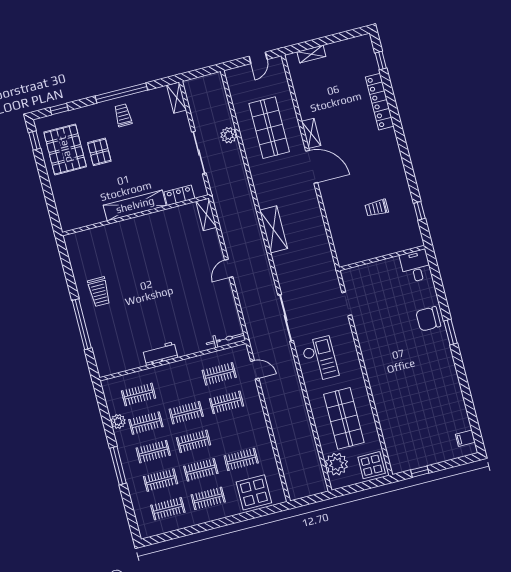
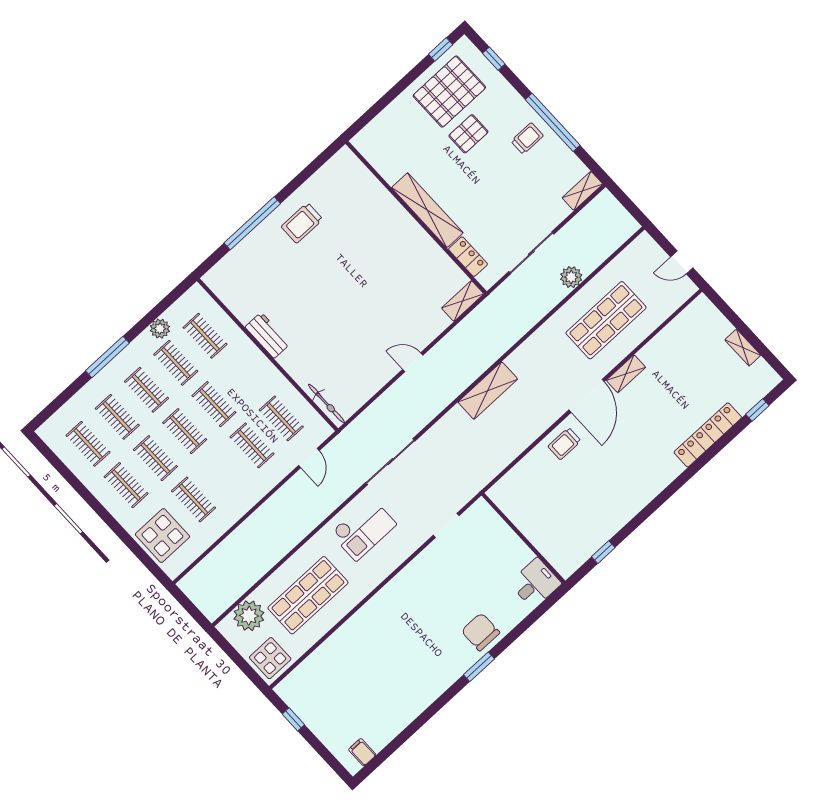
shelving: (311, 54) -> (743, 348), moved
trolley: (377, 208) -> (564, 444), moved, turned -90

